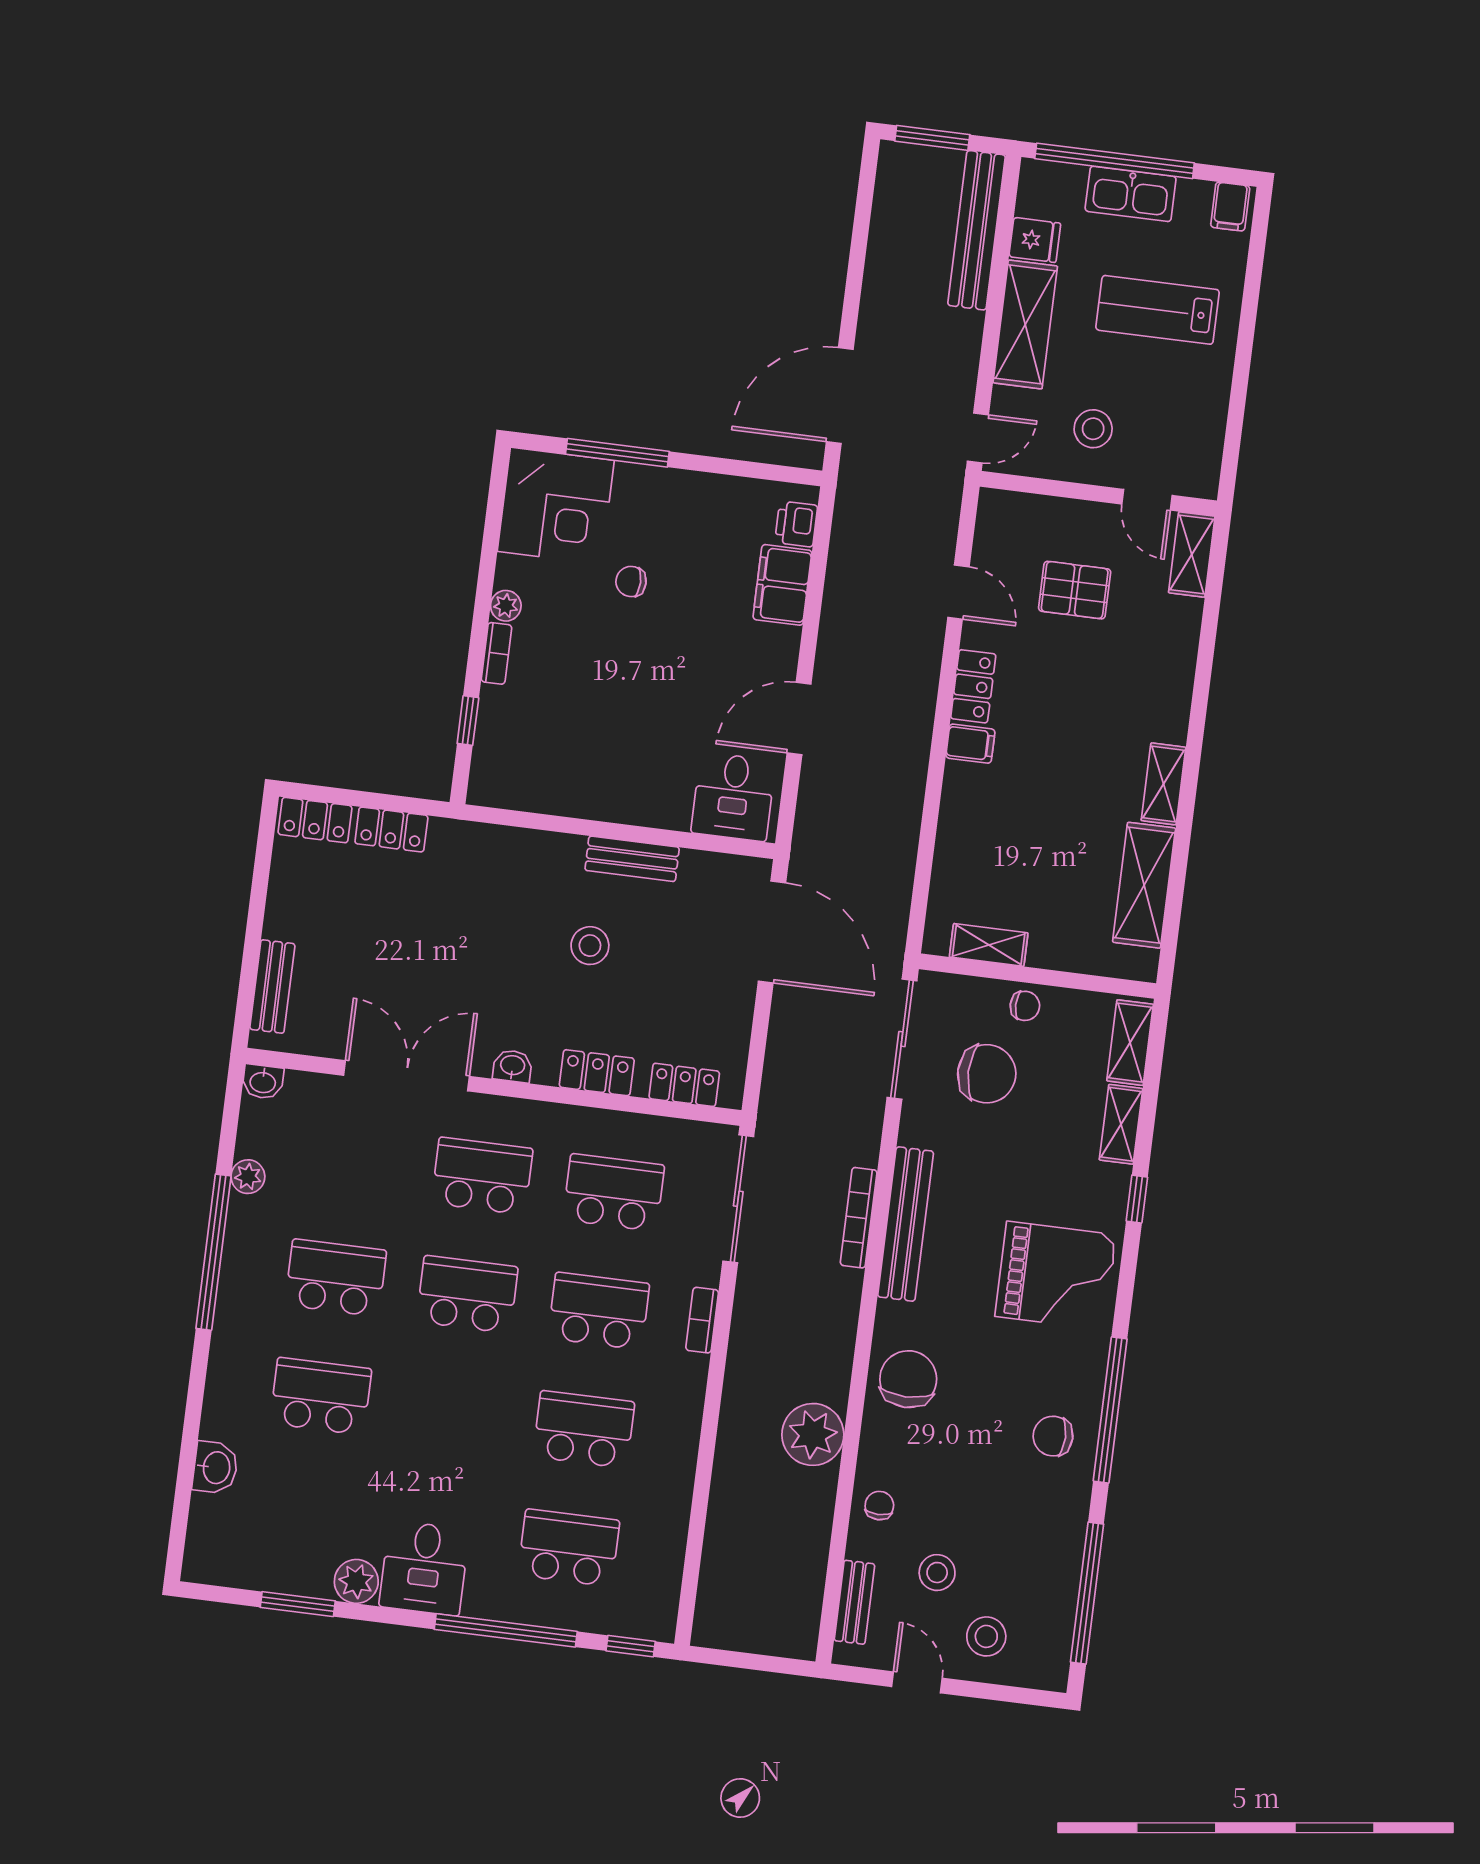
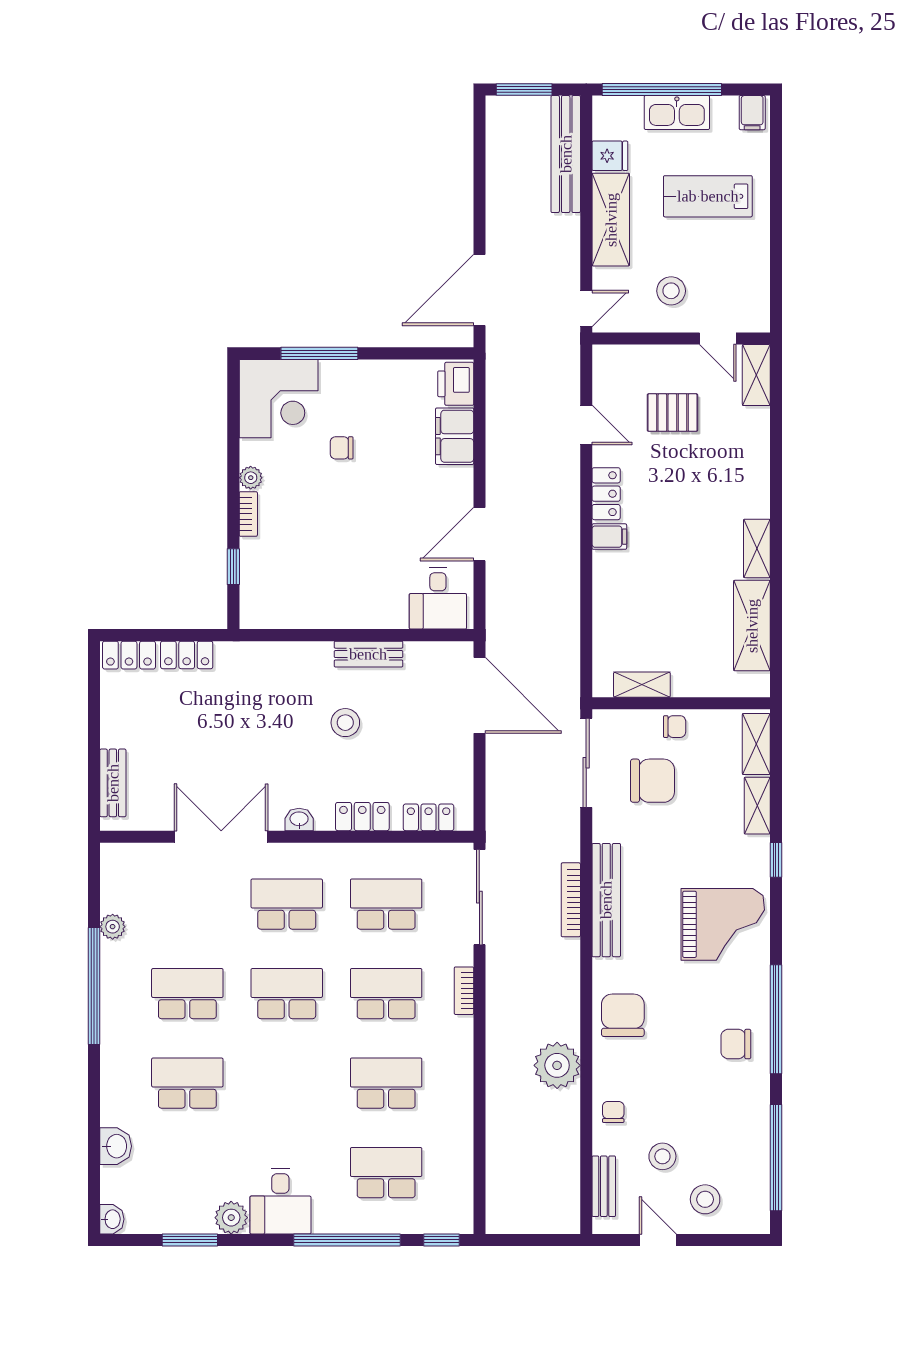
printer: (796, 524) -> (456, 384), width x1.36, depth x1.24
washbasin: (263, 1082) -> (112, 1219), moved, turned -90

